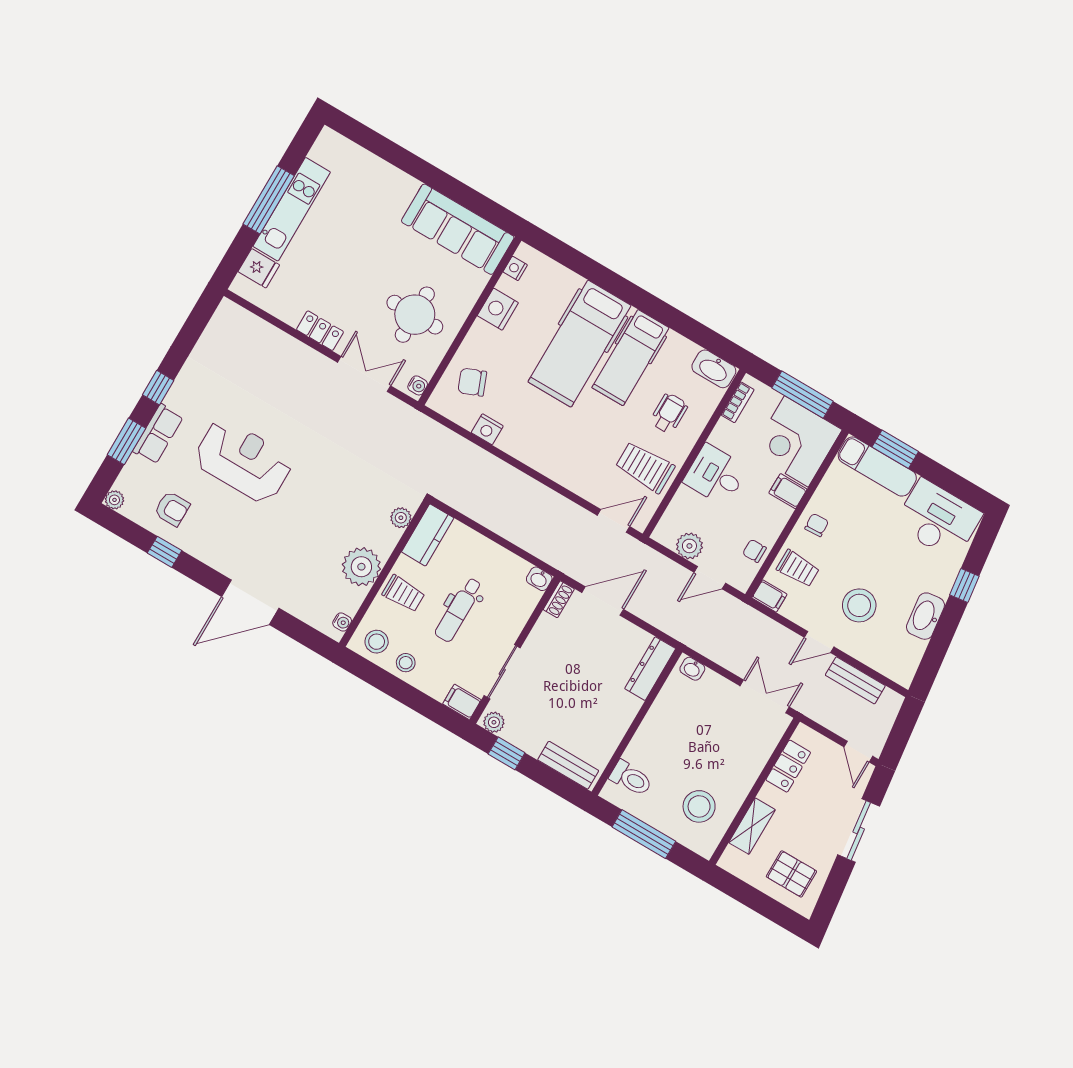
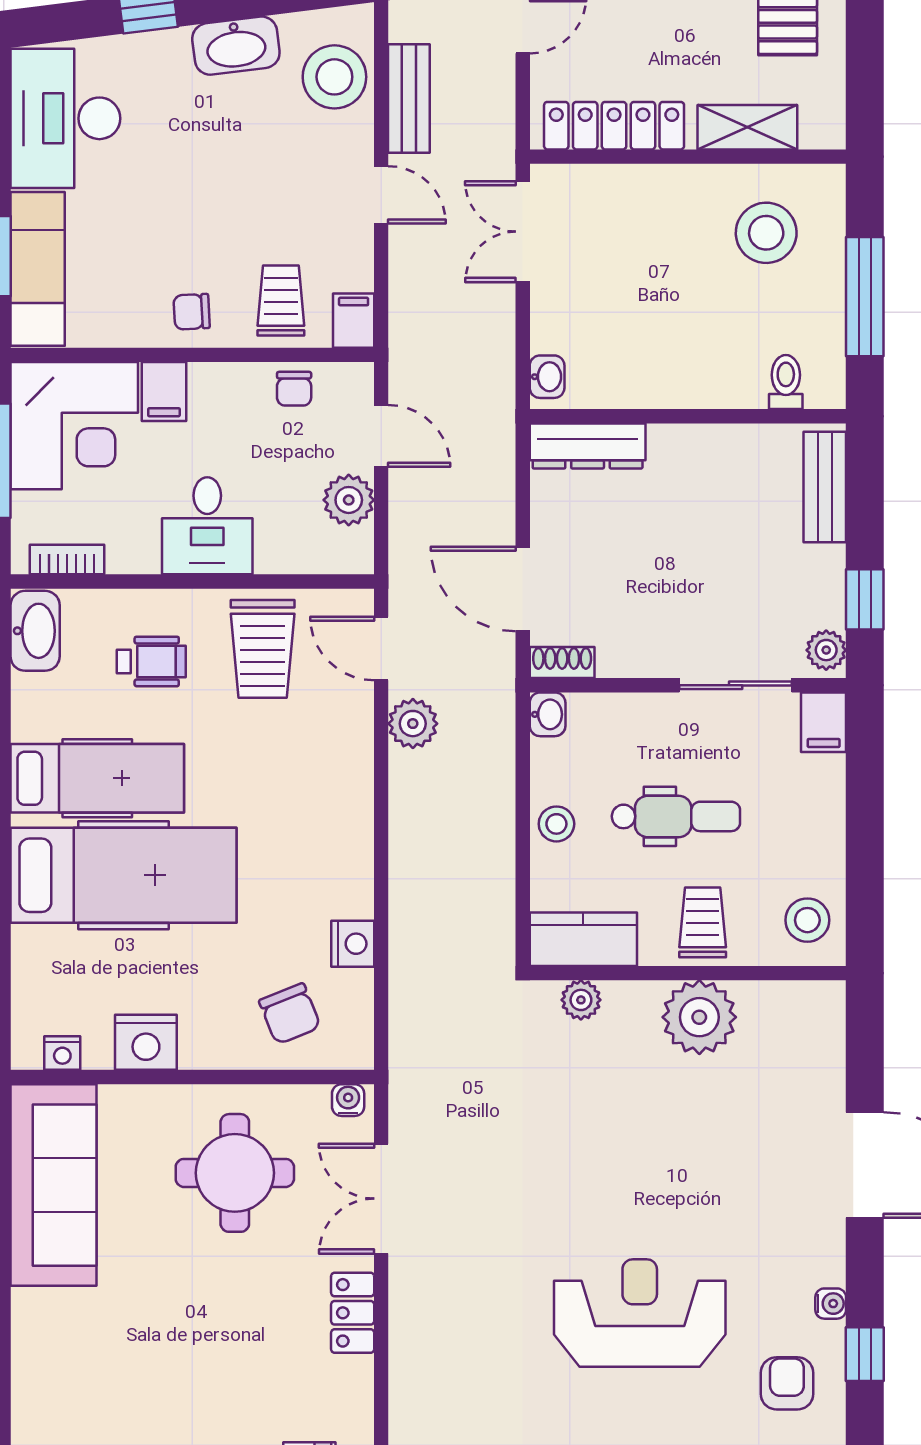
wheelchair: (669, 413) -> (151, 661), turned 180
reception desk: (243, 461) -> (640, 1313), turned 90
plant: (571, 515) -> (413, 724), added
stool: (859, 605) -> (334, 77), moved
water cooler: (342, 622) -> (831, 1304), moved, turned 90
stool: (406, 663) -> (556, 824), moved
locker: (788, 766) -> (614, 126), width x1.53
toilet: (631, 778) -> (786, 382), width x0.73, depth x0.72

